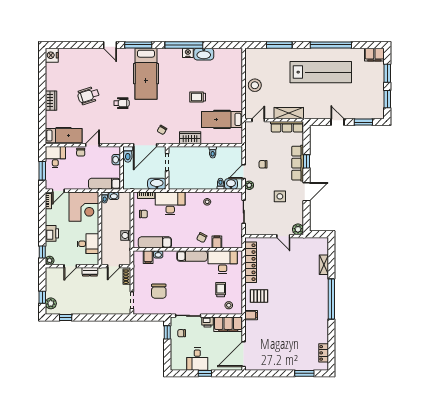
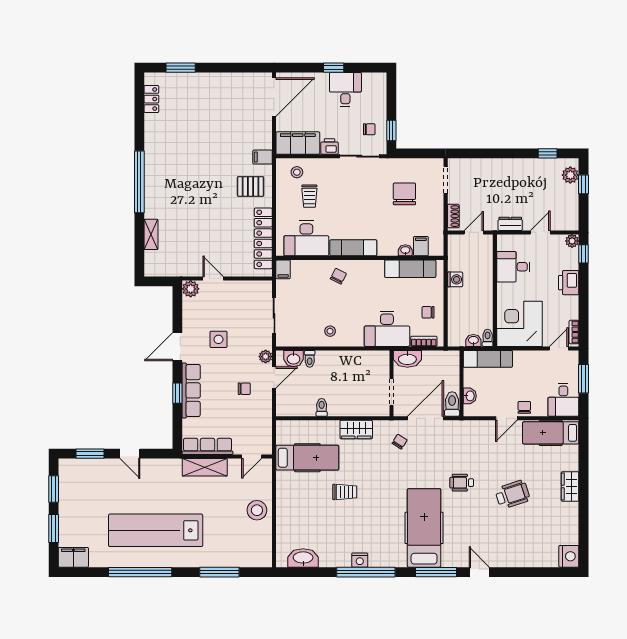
washbasin: (204, 54) -> (303, 558), moved
filing cabinet: (217, 242) -> (283, 269), moved

